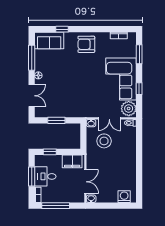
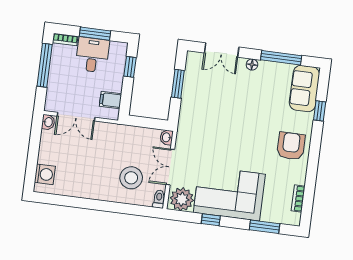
stool: (104, 141) -> (131, 178), moved
filing cabinet: (72, 161) -> (110, 100), width x0.50

